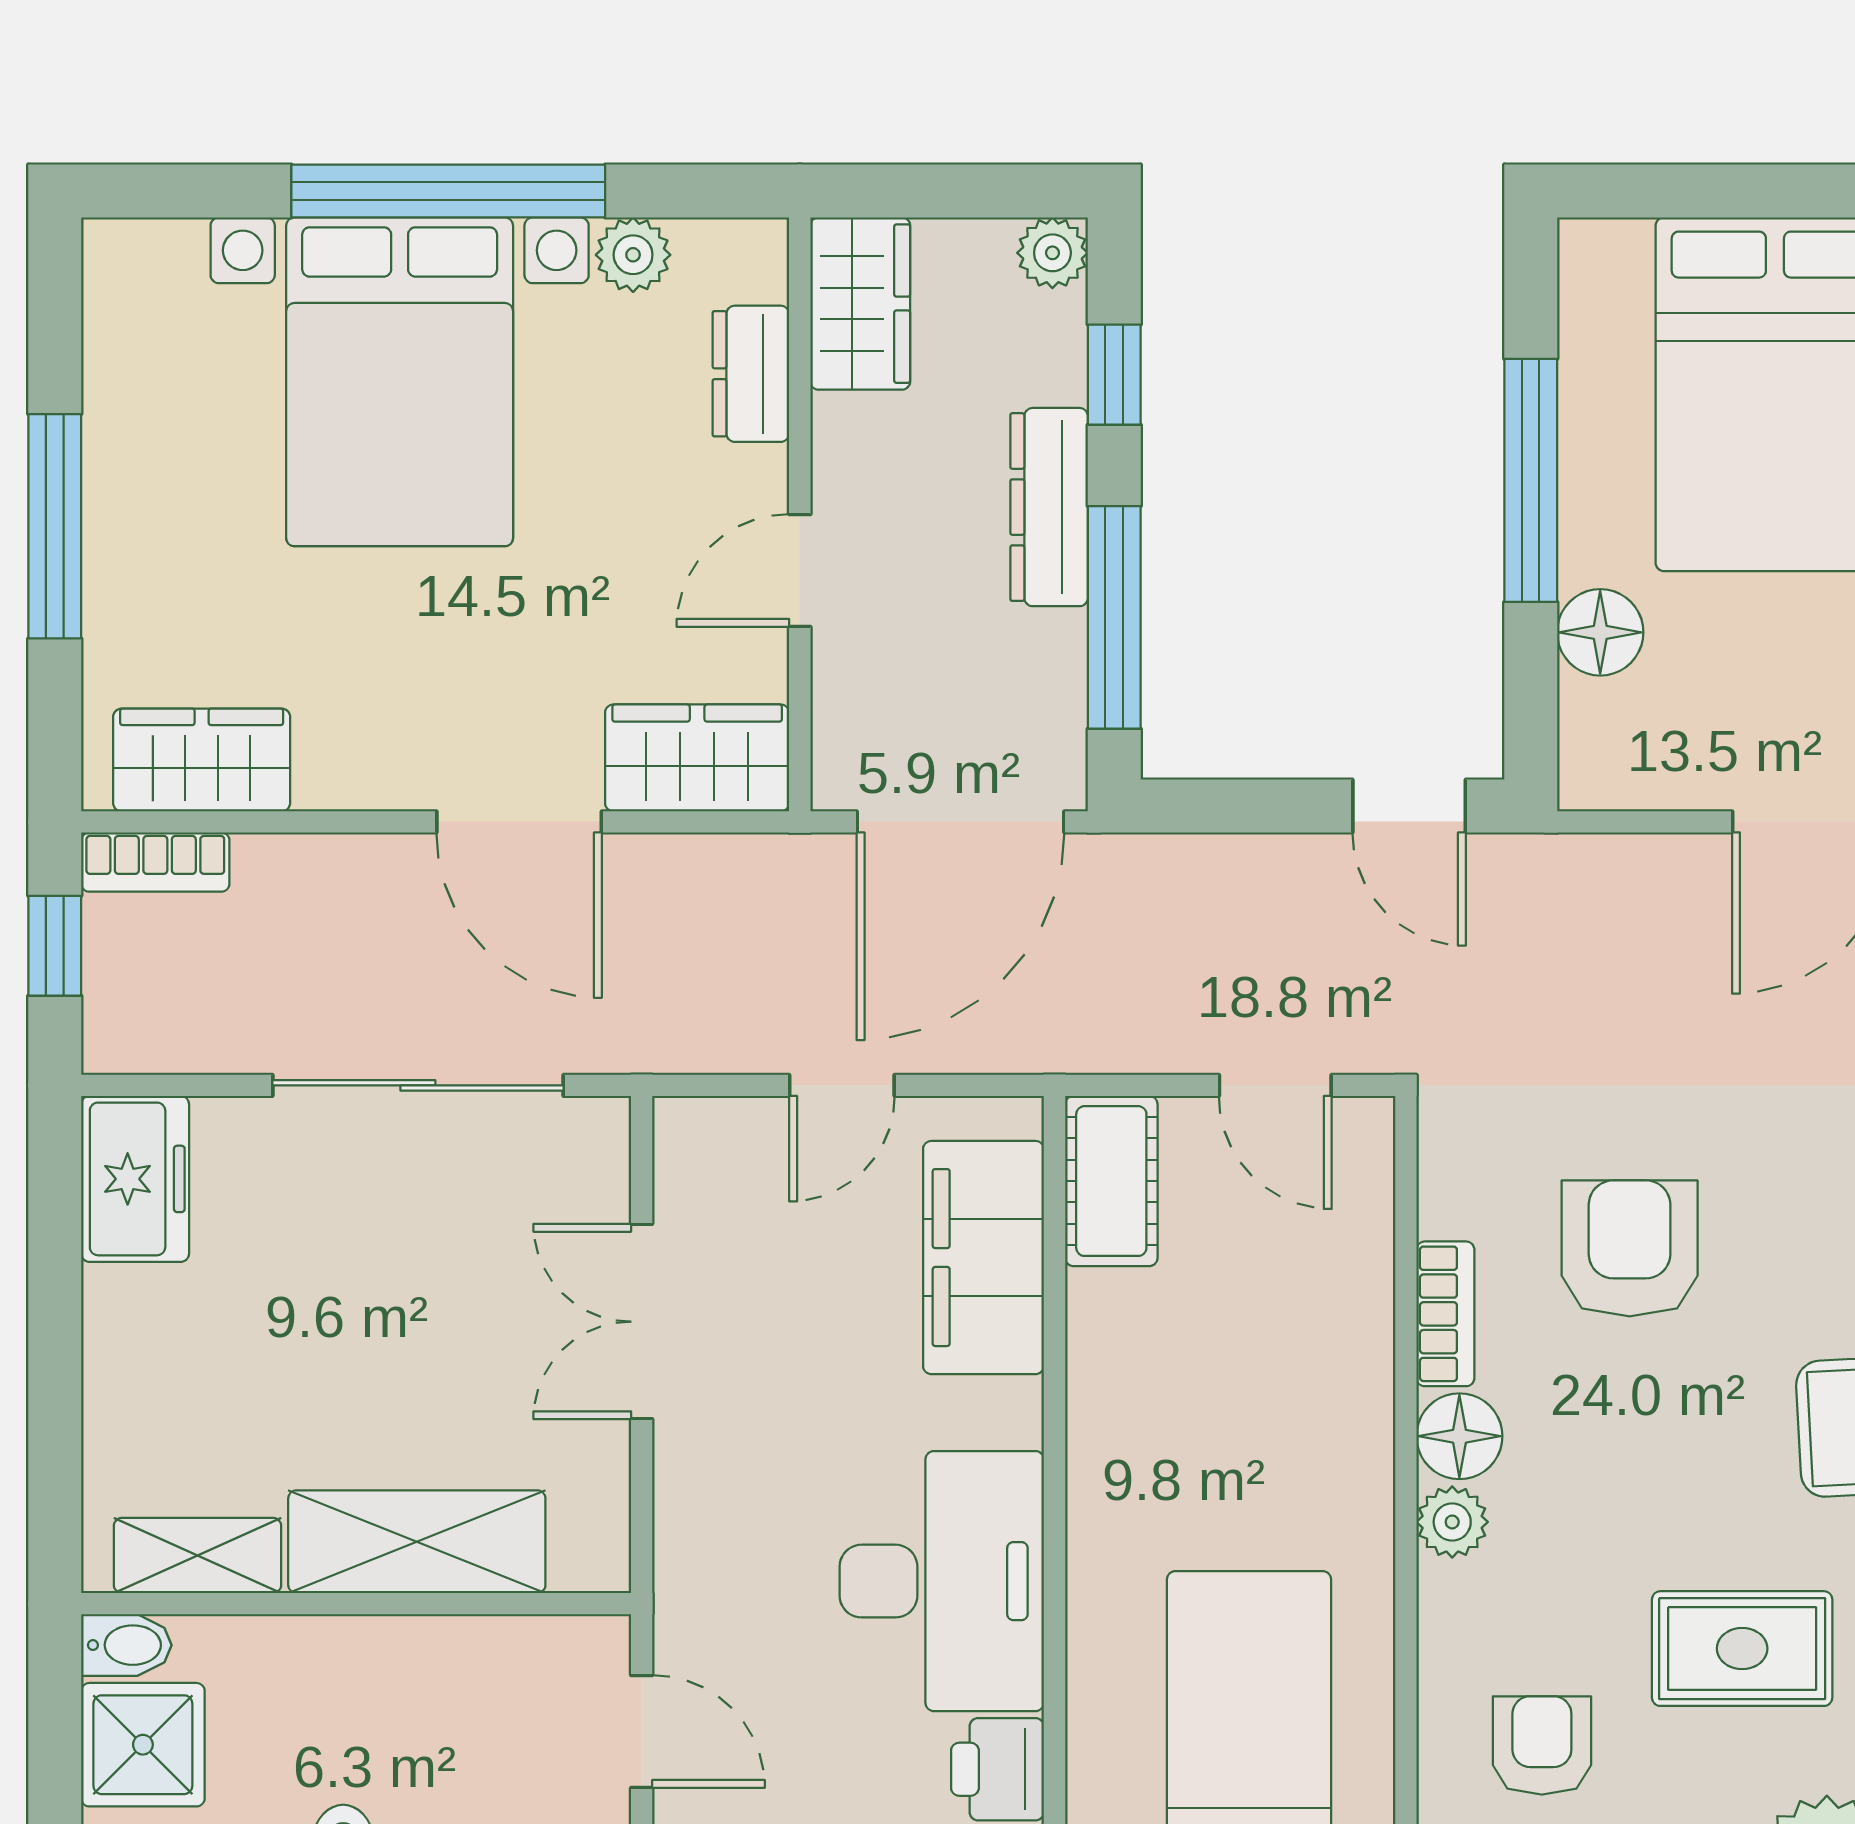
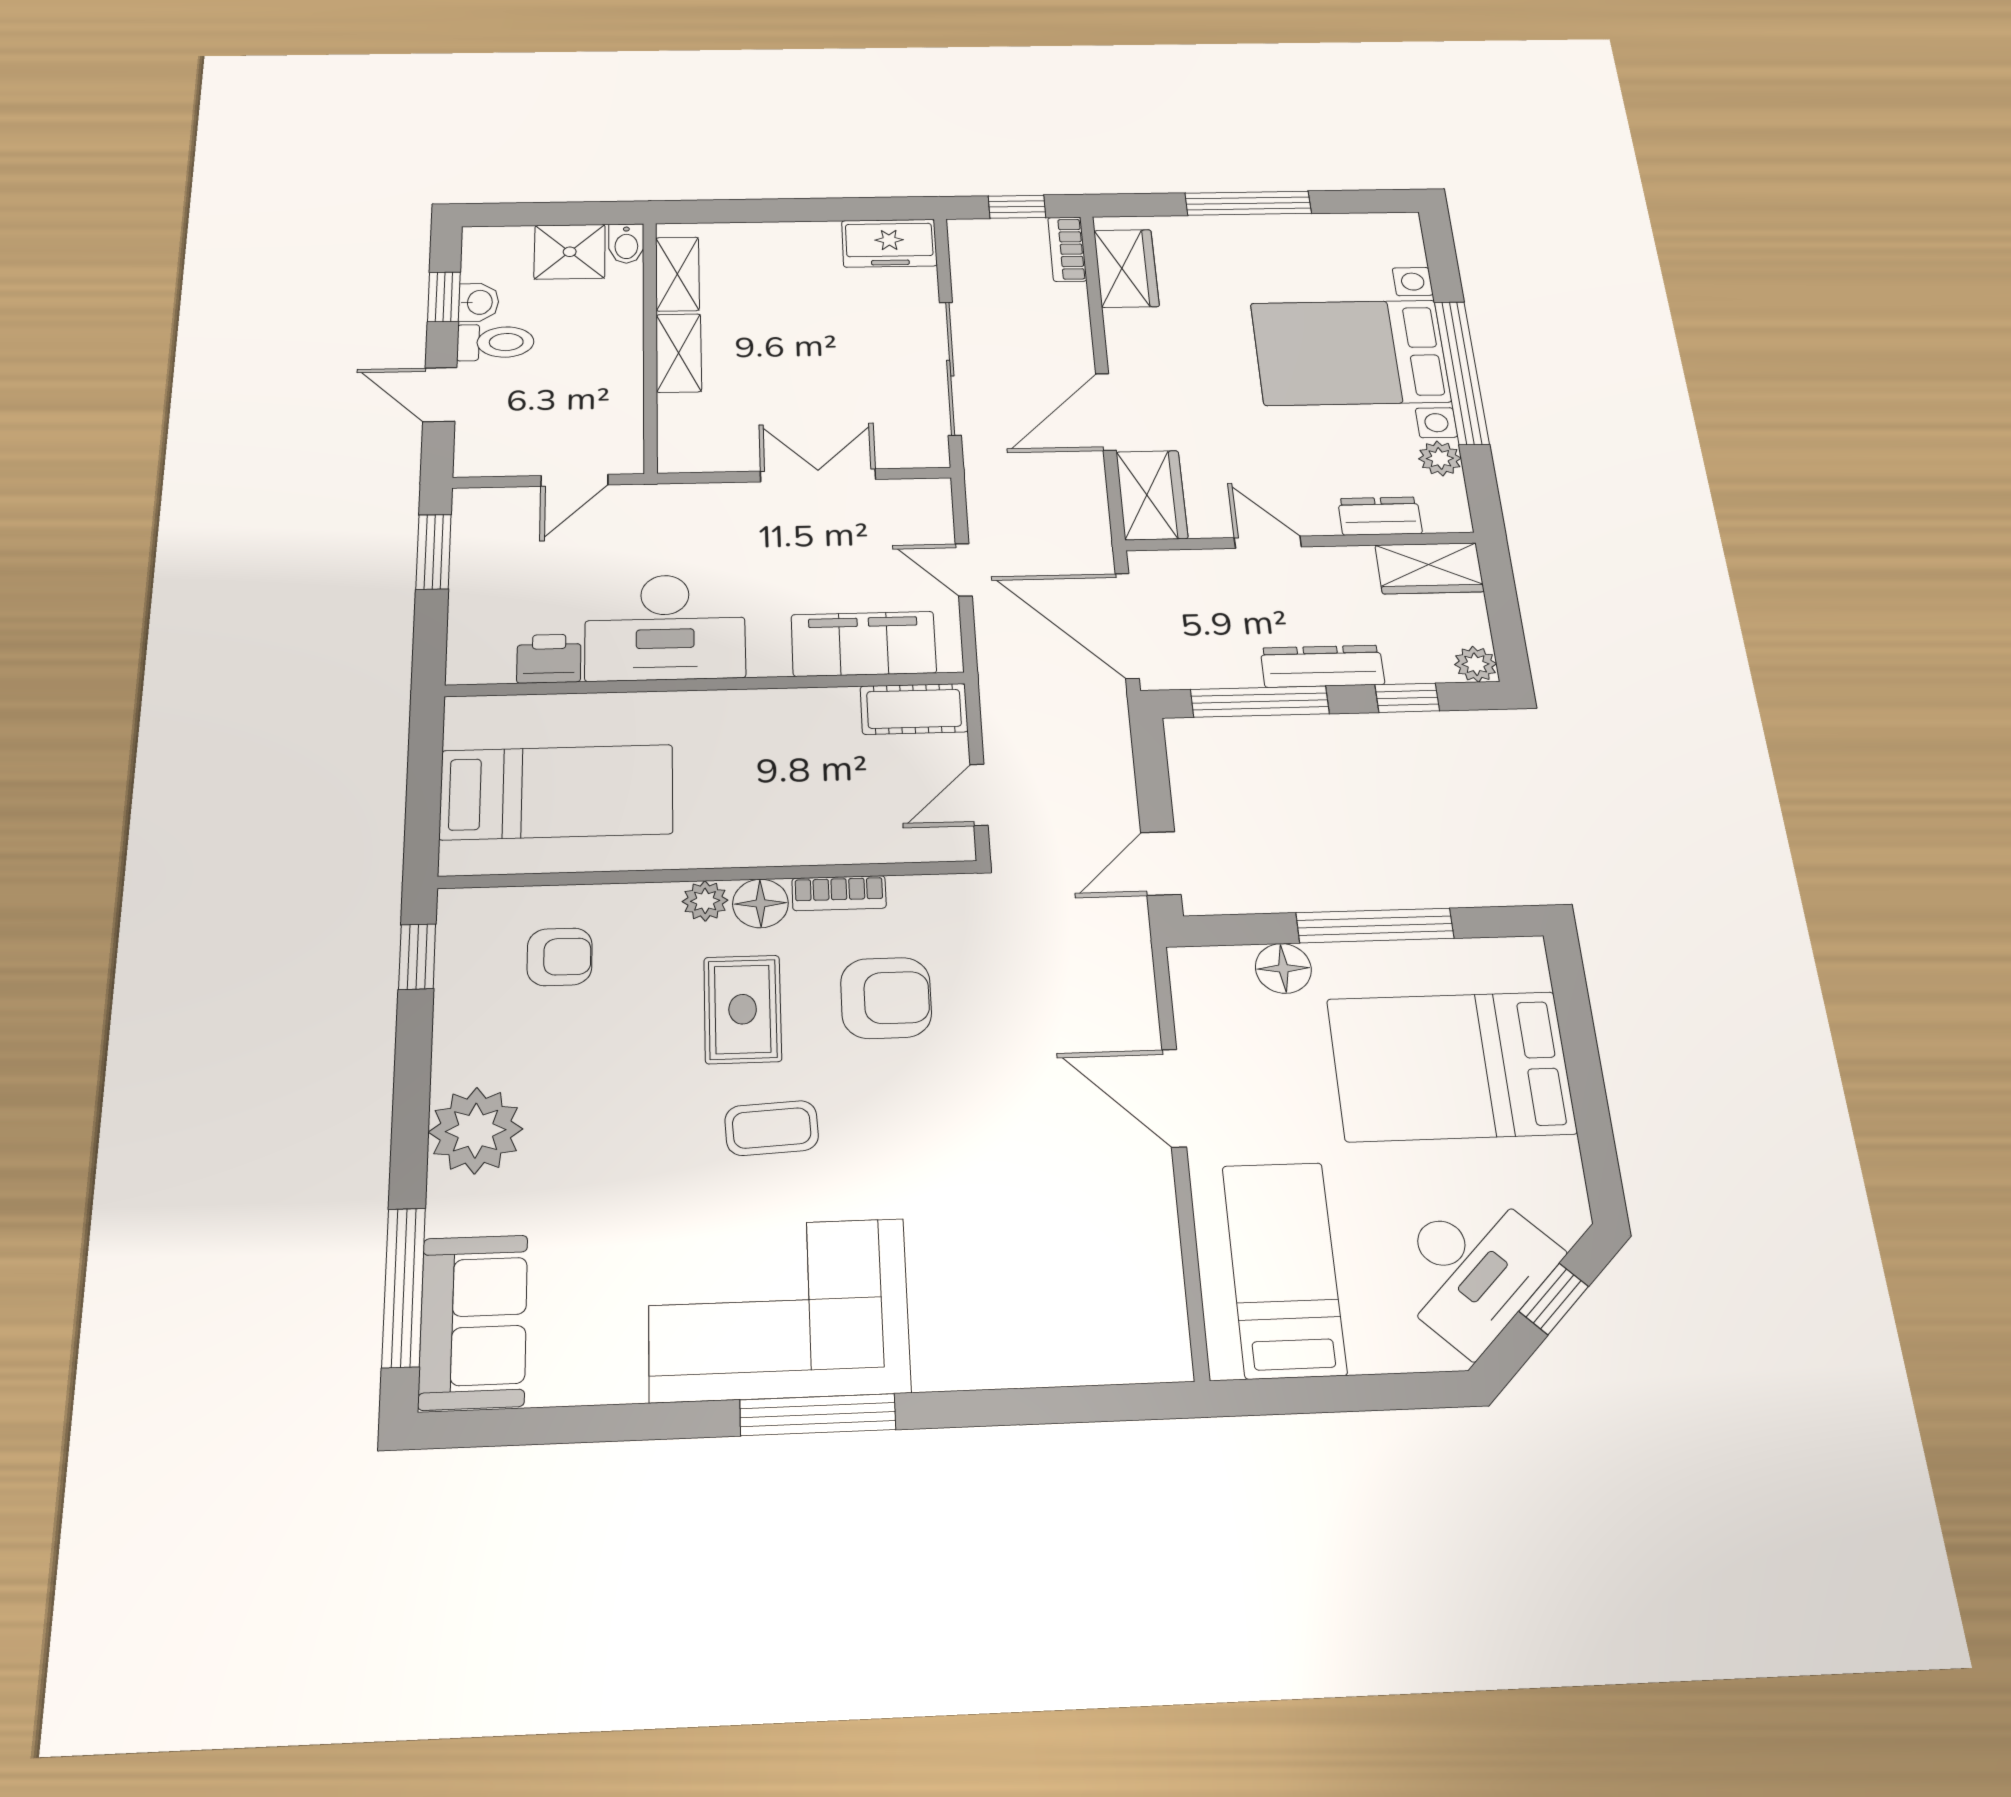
shelving: (417, 1542) -> (679, 353), width x0.67, depth x0.75
rug: (1742, 1649) -> (743, 1009), moved

